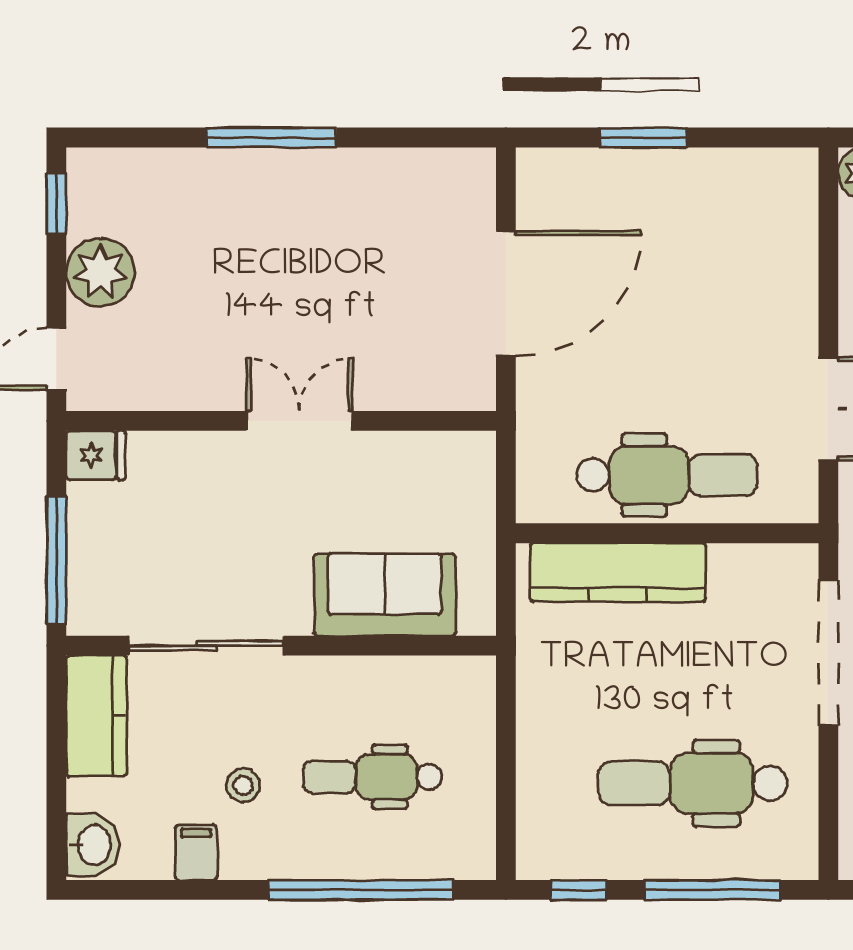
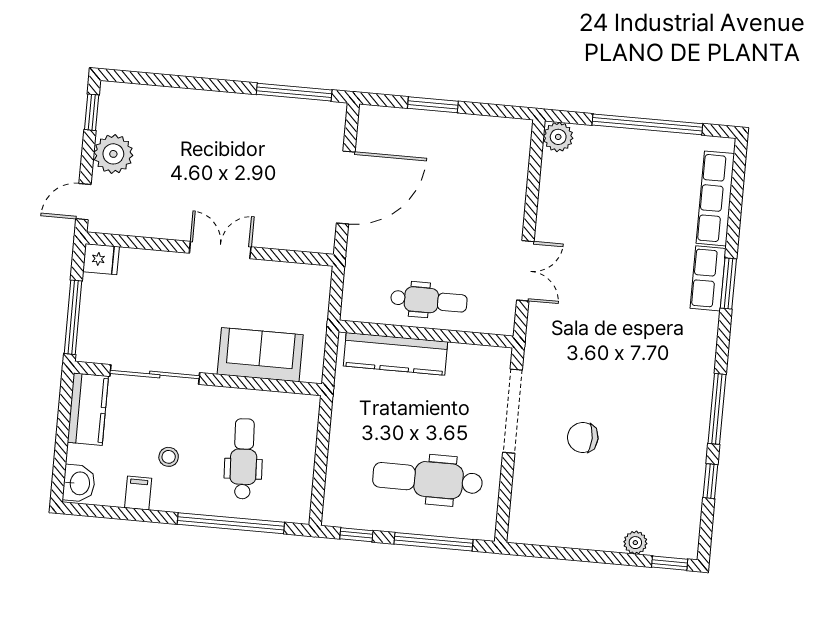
window: (271, 137) -> (294, 92), moved
dental chair: (667, 475) -> (429, 300), width x0.73, depth x0.72
dental chair: (372, 777) -> (244, 459), turned 87

